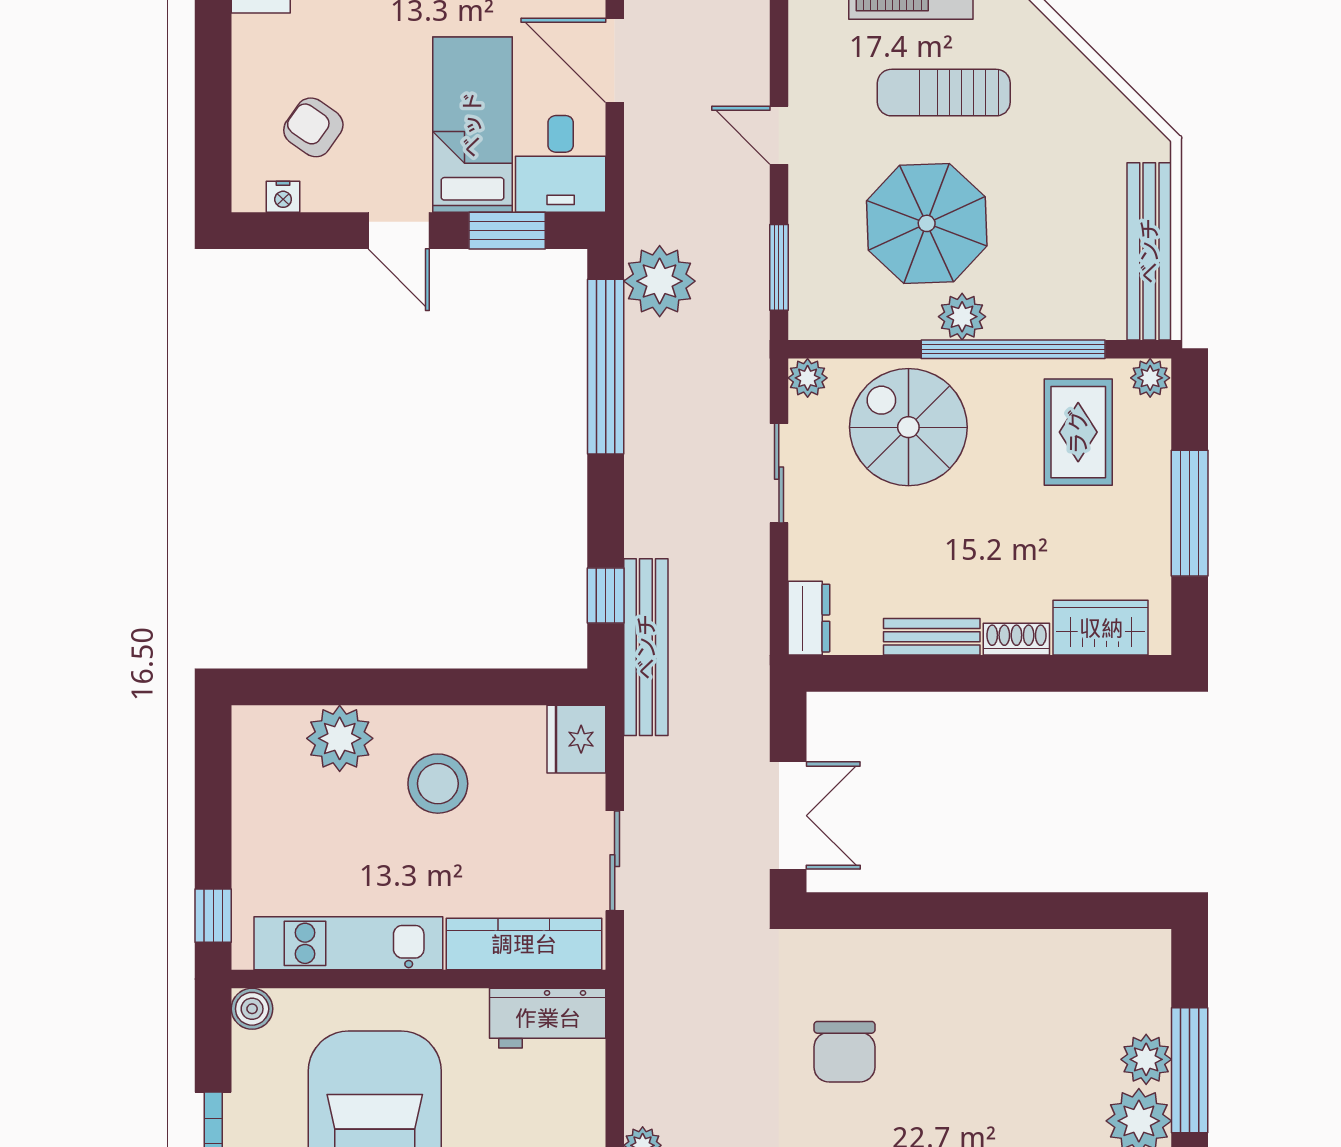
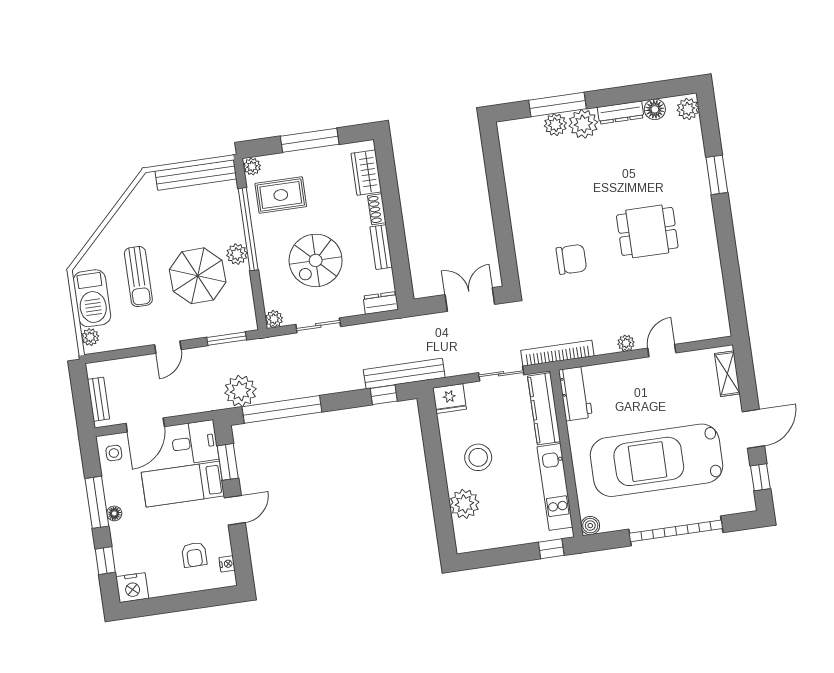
armchair: (313, 127) -> (194, 555), turned -35
spiral stairs: (908, 427) -> (316, 260), moved
bookcase: (642, 991) -> (557, 353), added

